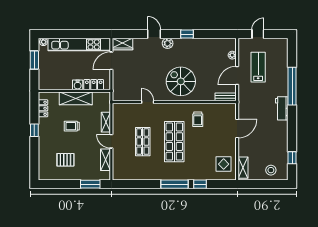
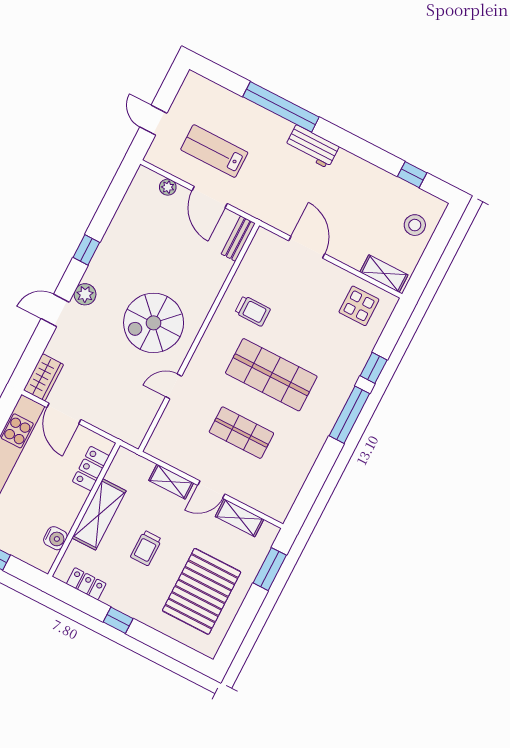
spiral stairs: (181, 81) -> (154, 323), moved
water cooler: (78, 85) -> (55, 538), moved
pallet: (65, 160) -> (202, 591), width x2.05, depth x2.00

